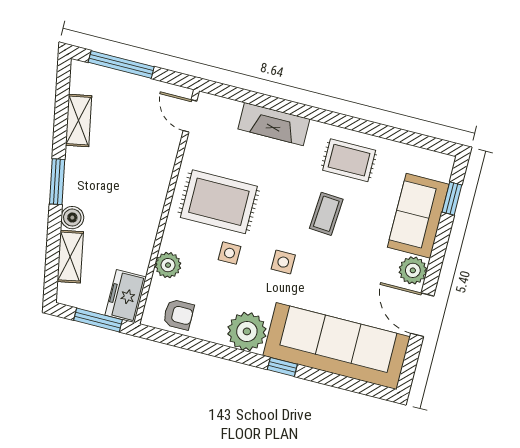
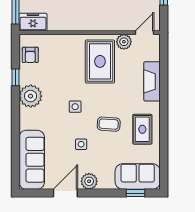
sofa: (418, 216) -> (138, 176), moved
side table: (229, 253) -> (81, 144), moved
plant: (168, 265) -> (124, 42), moved
sofa: (337, 346) -> (32, 160), width x0.74, depth x0.79
window: (282, 367) -> (16, 77), moved

